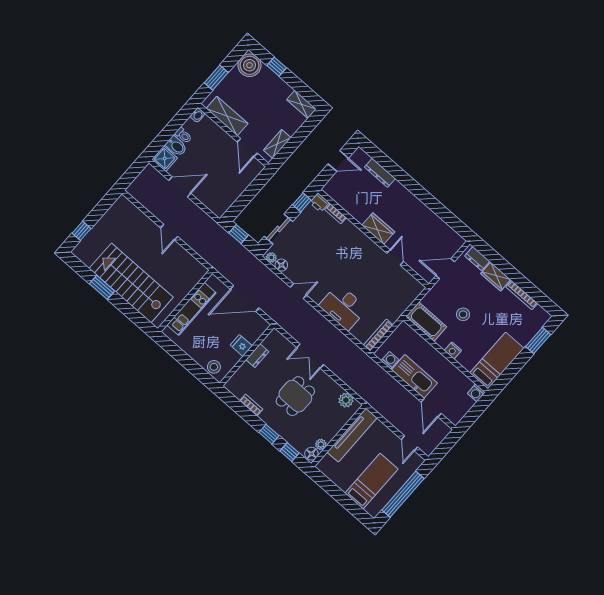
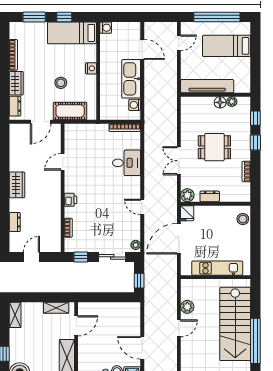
door: (338, 161) -> (31, 257), hinge flipped
dresser: (380, 173) -> (15, 222), width x0.70
printer: (319, 203) -> (71, 200), moved
wardrobe: (378, 229) -> (17, 185), moved, turned 180
plant: (181, 255) -> (187, 307), added
floor lamp: (281, 265) -> (135, 234), removed
door: (445, 269) -> (41, 122), hinge flipped
window: (102, 287) -> (255, 341), width x2.11
door: (245, 299) -> (179, 239), swing flipped
desk: (343, 307) -> (126, 163), width x0.73
cot: (426, 322) -> (70, 111), moved, turned 90
fridge: (241, 345) -> (187, 213), moved
double door: (310, 356) -> (179, 161), swing flipped
window: (516, 366) -> (64, 17), added
plant: (346, 400) -> (187, 195), moved
door: (431, 408) -> (142, 49), hinge flipped
floor lamp: (311, 454) -> (220, 102), moved

